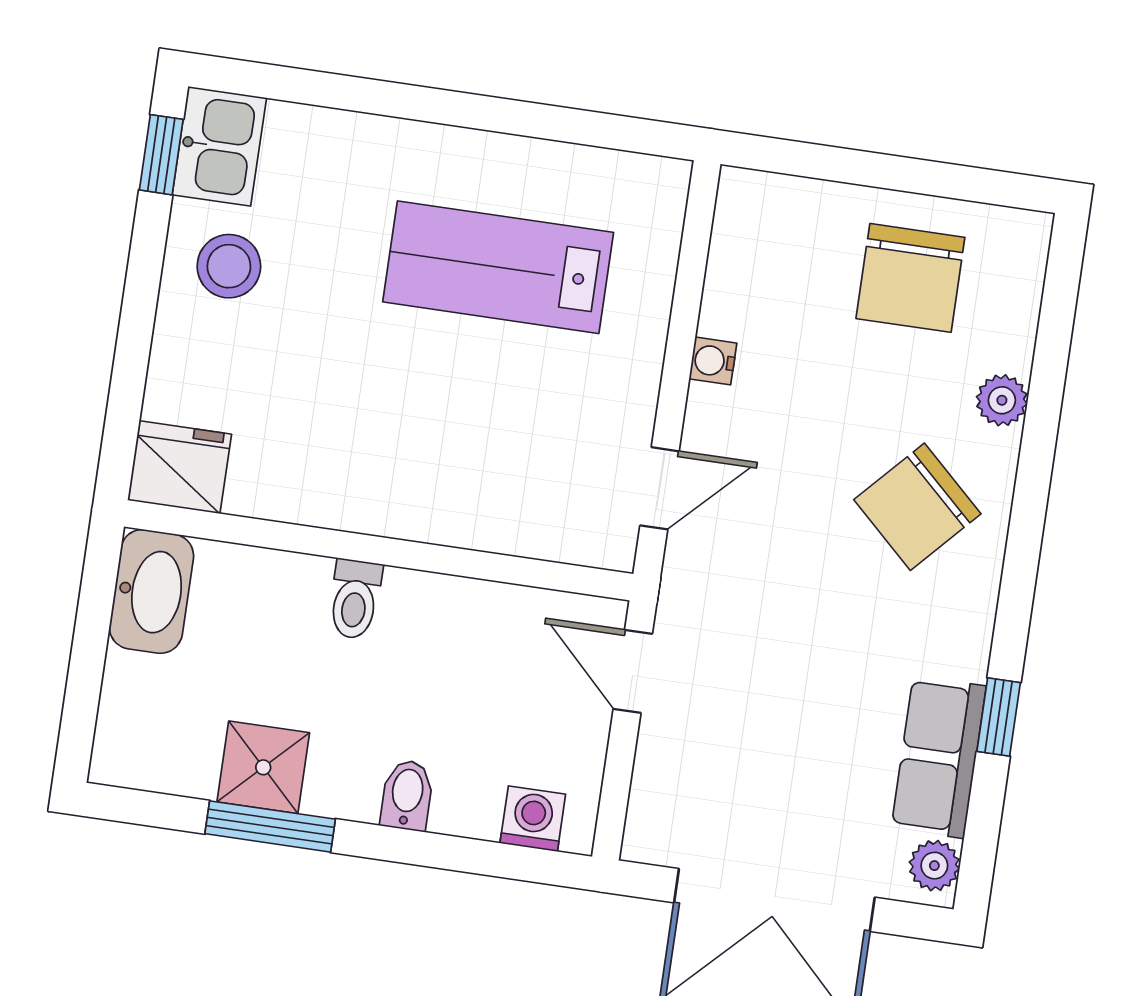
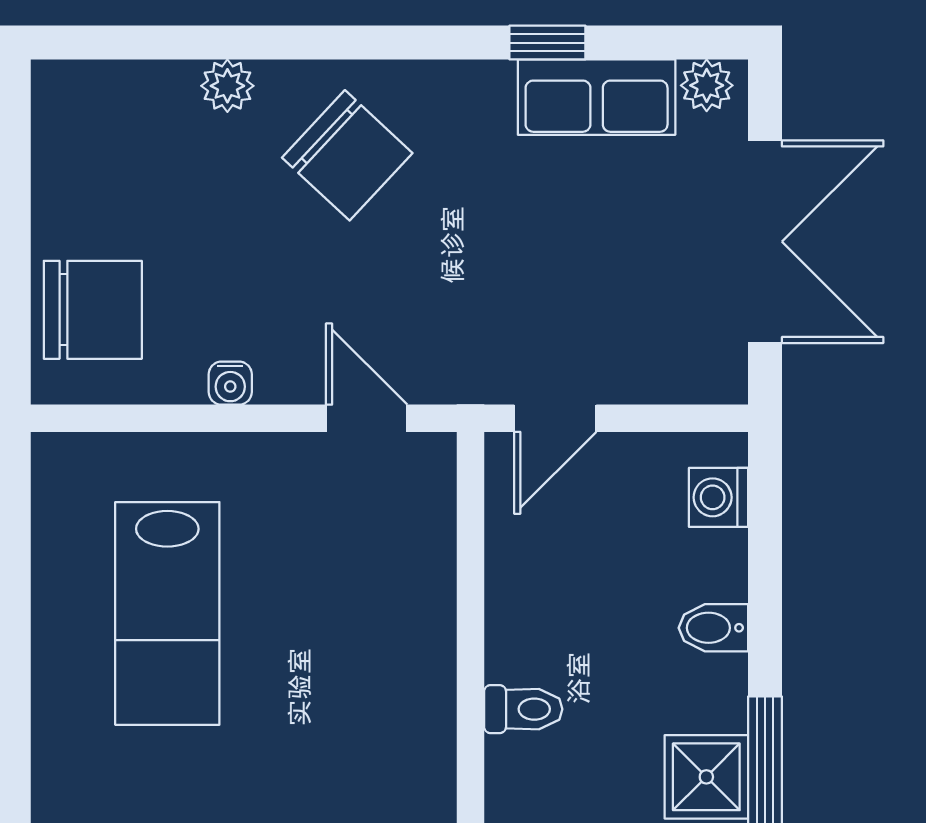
chair: (910, 278) -> (93, 310), moved

